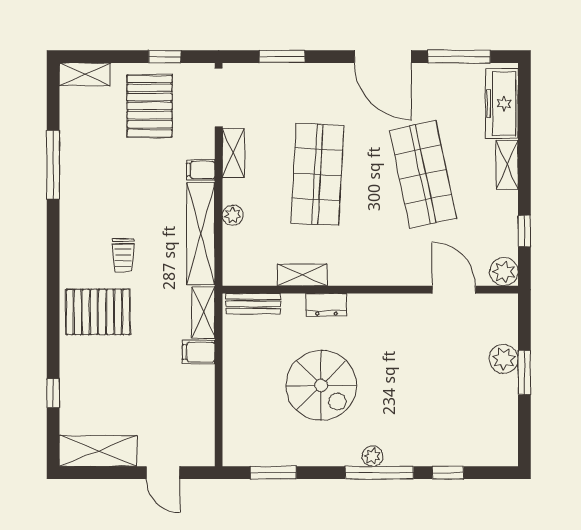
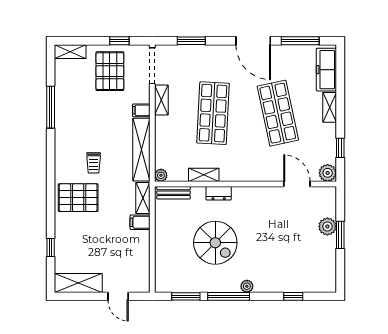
plant: (233, 215) -> (161, 175), moved
window: (379, 473) -> (229, 296), moved

